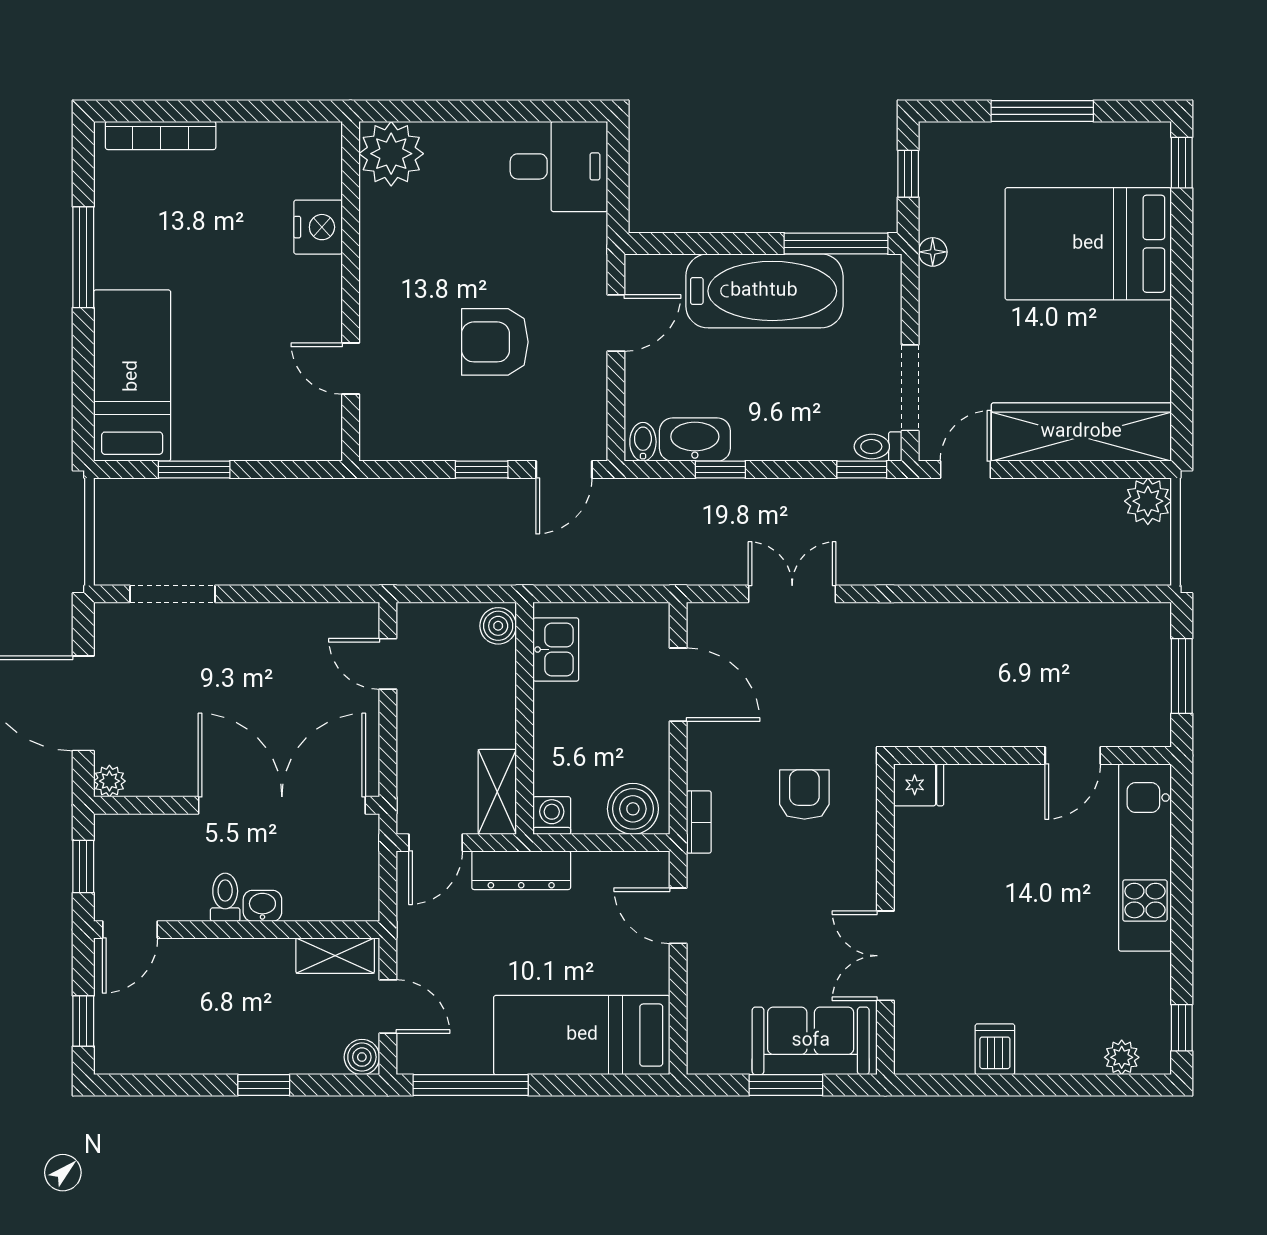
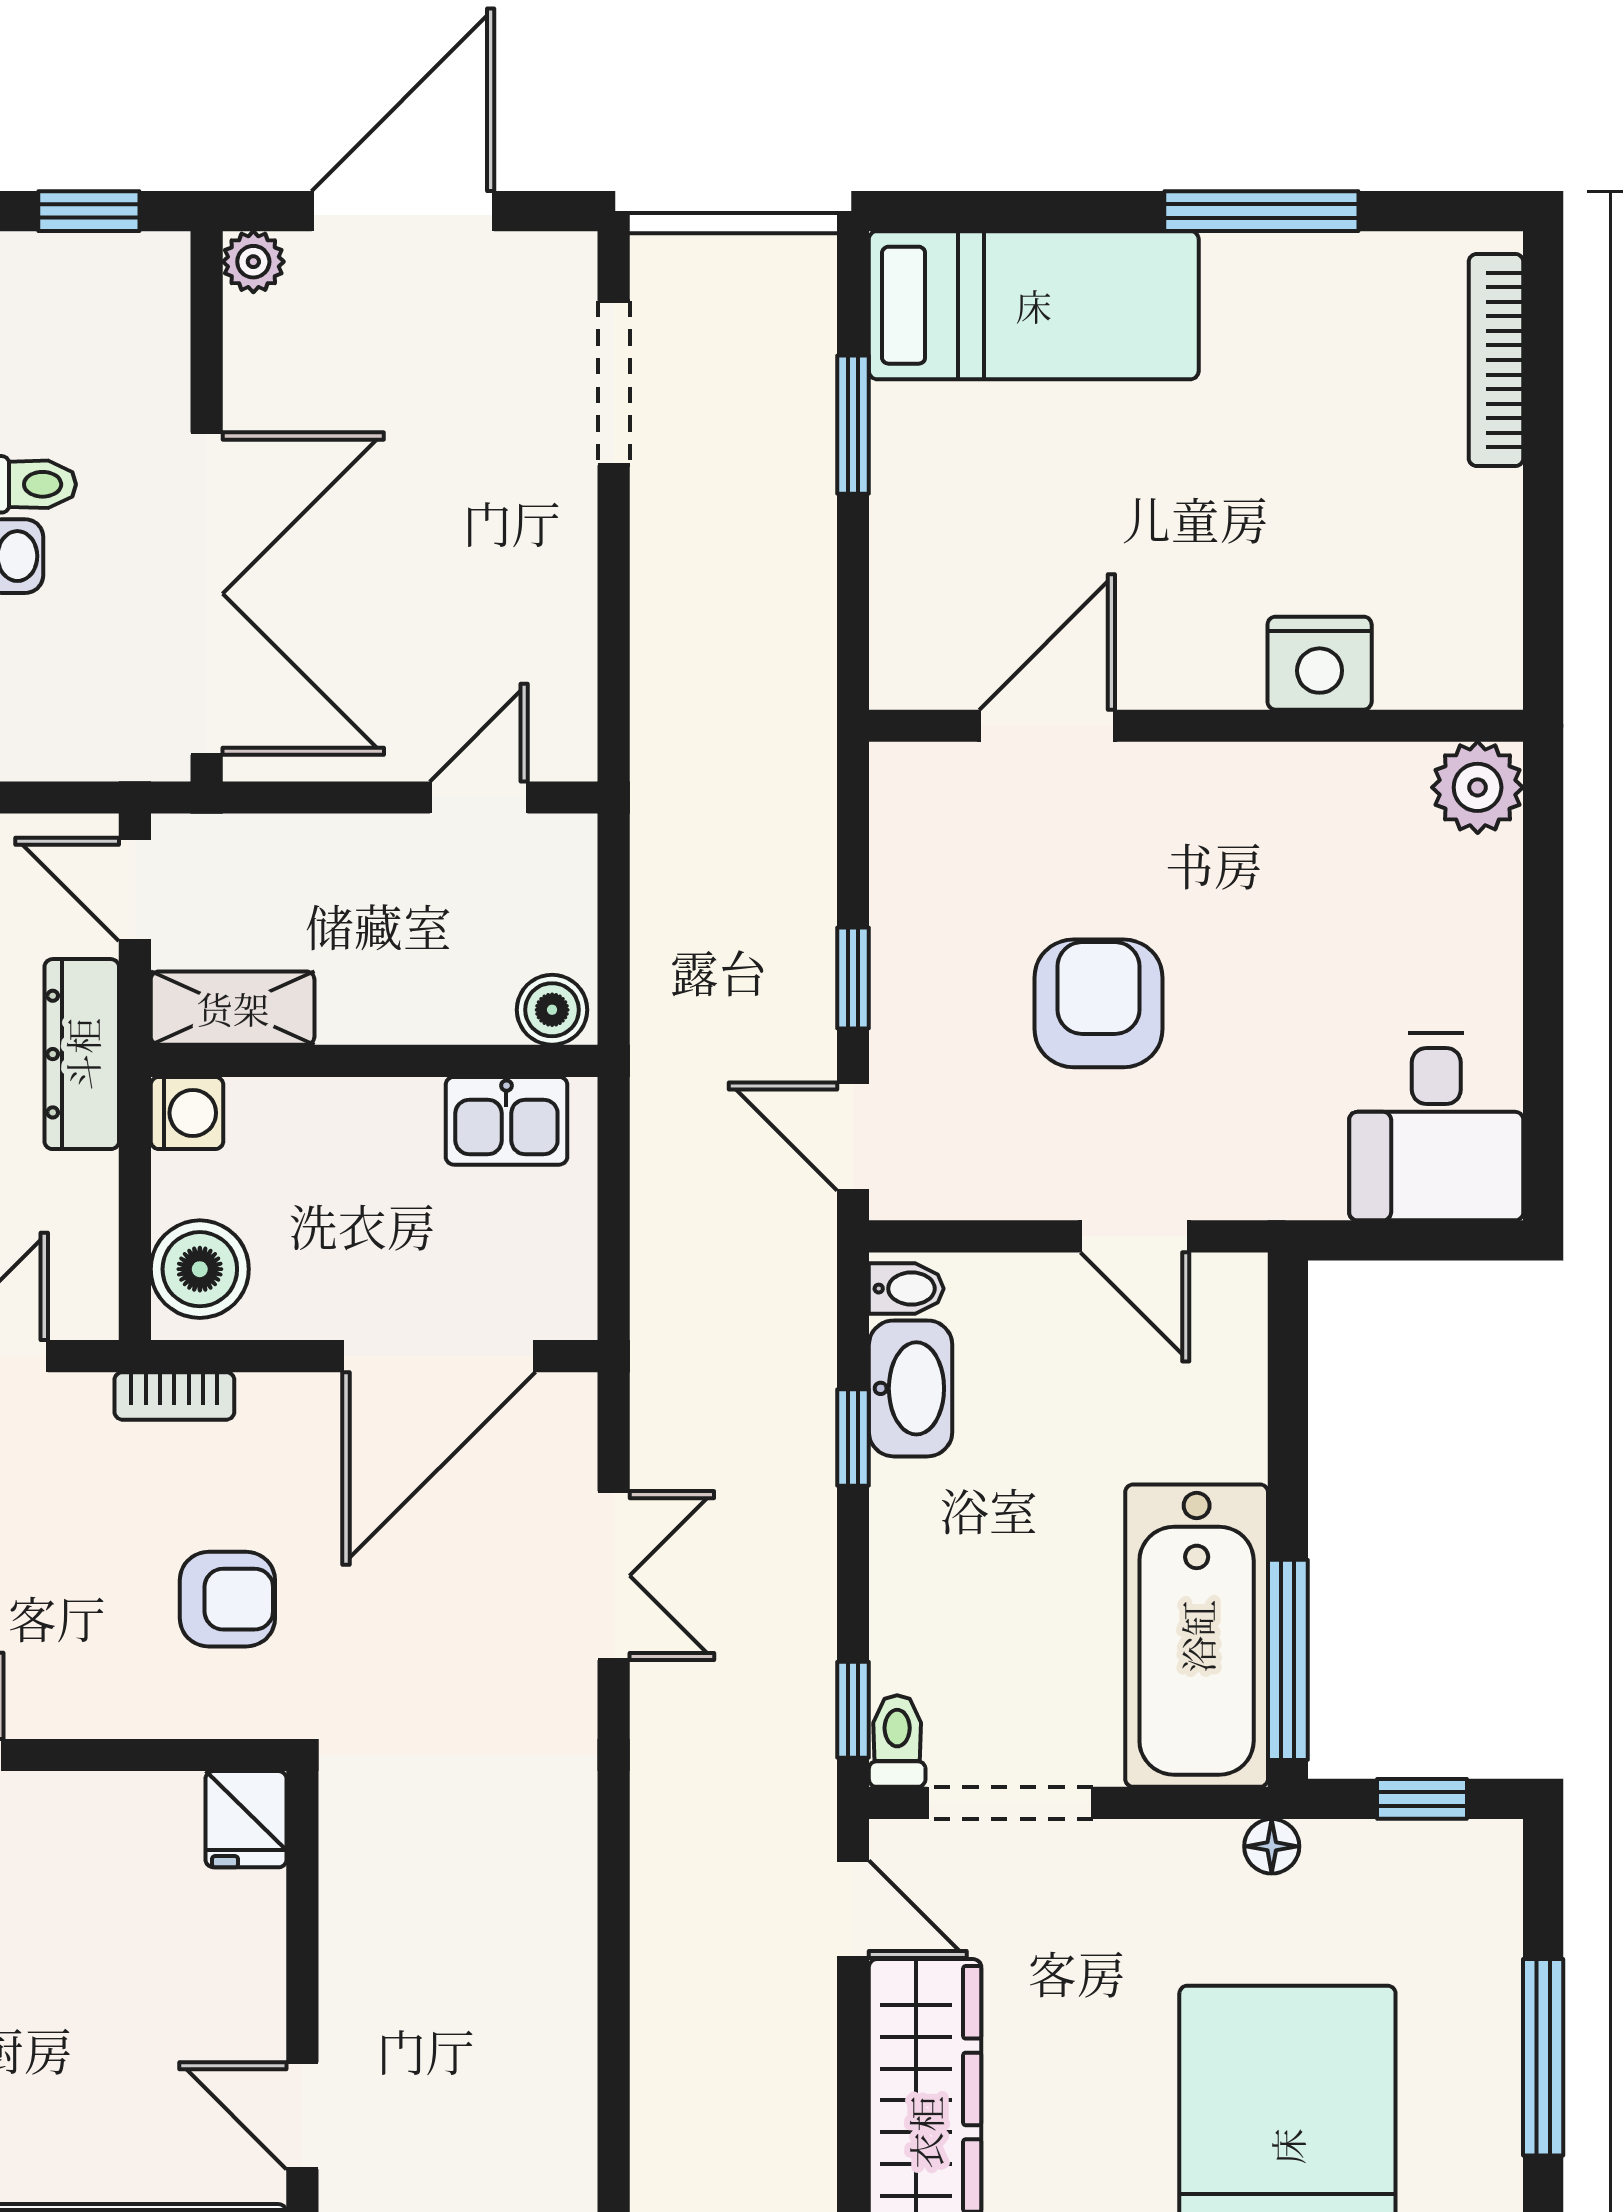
plant: (391, 154) -> (1478, 787), width x0.73, depth x0.73
bathtub: (764, 291) -> (1197, 1636), moved
door: (351, 369) -> (1047, 726), width x1.38
door: (678, 685) -> (439, 1356), width x1.36

